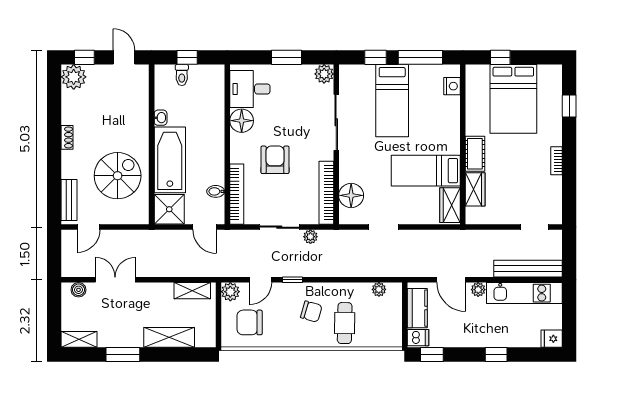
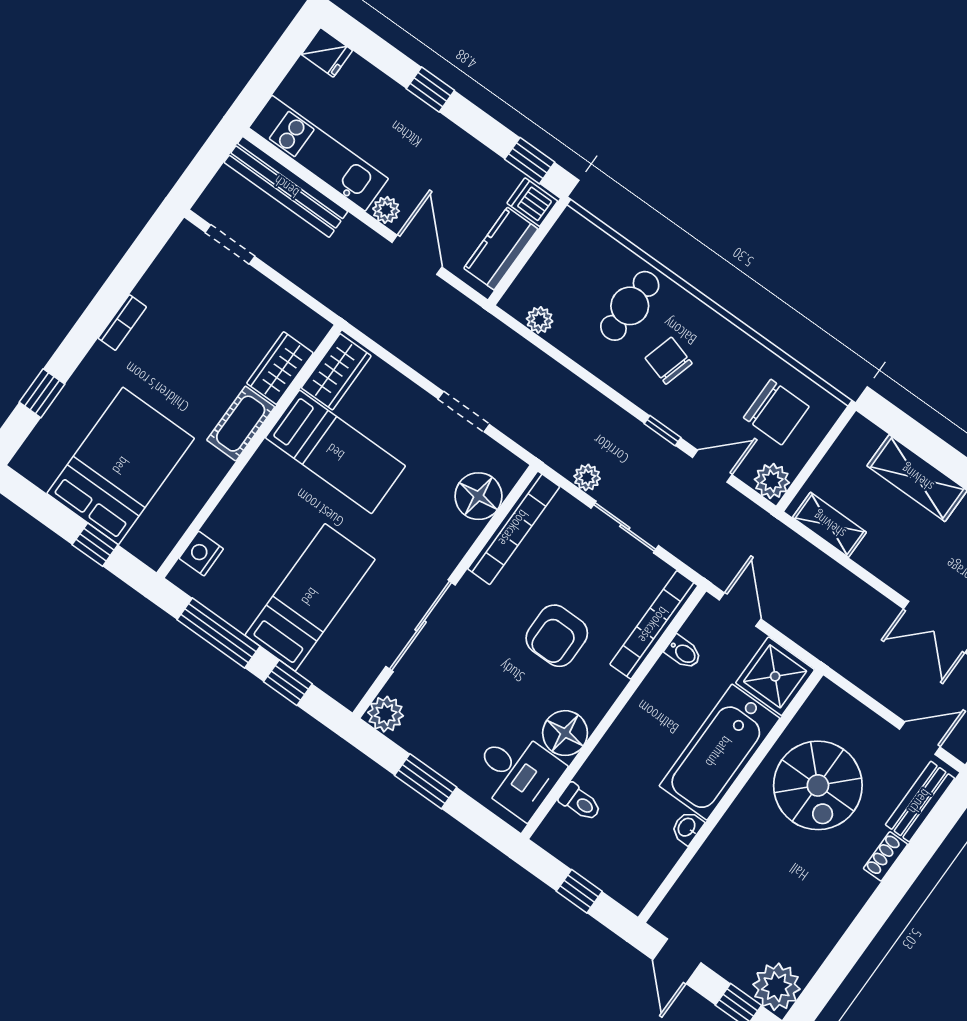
toilet: (182, 75) -> (580, 802), moved, turned 90
shoe rack: (67, 137) -> (885, 856), moved
spiral stairs: (118, 176) -> (818, 785), turned -90

